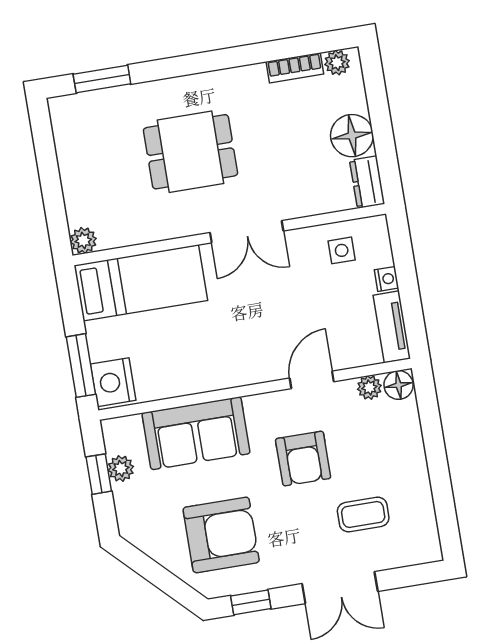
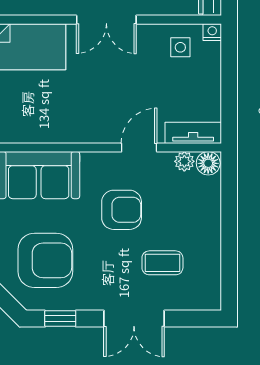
nightstand: (387, 279) -> (212, 32), moved, turned -90
tv unit: (392, 327) -> (193, 133), moved, turned 90
armchair: (303, 459) -> (122, 210), turned -90

